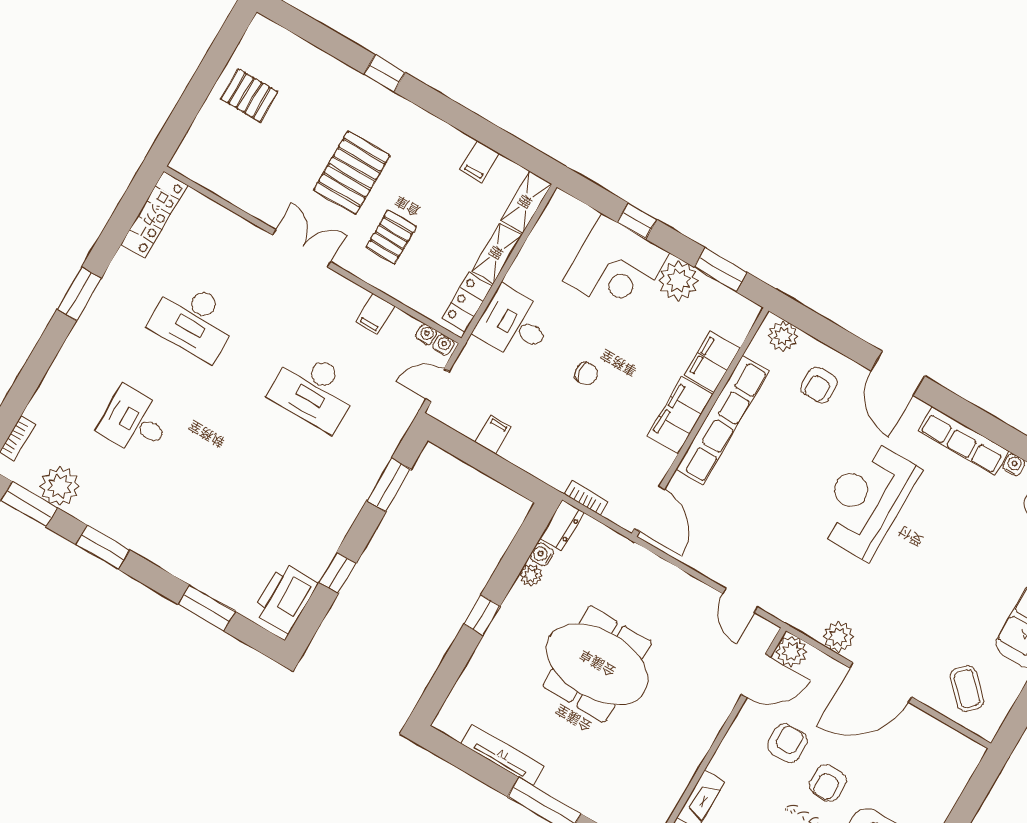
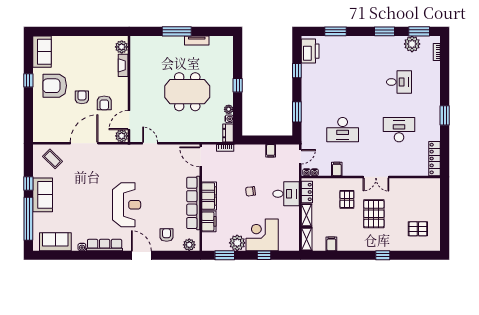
pallet: (249, 95) -> (418, 229), moved
desk: (314, 390) -> (343, 130), turned 180
plant: (838, 637) -> (108, 151), removed
tv unit: (503, 755) -> (197, 40), width x0.71

